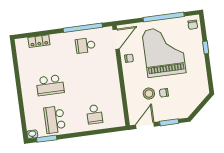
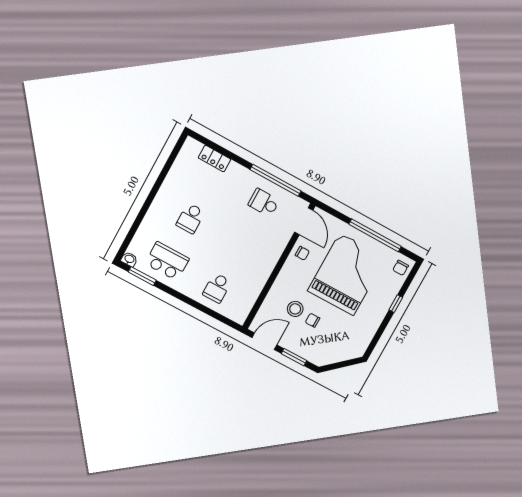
door: (116, 39) -> (304, 221), hinge flipped
school desk: (50, 85) -> (190, 218), width x0.54
school desk: (55, 120) -> (167, 261), turned 90

